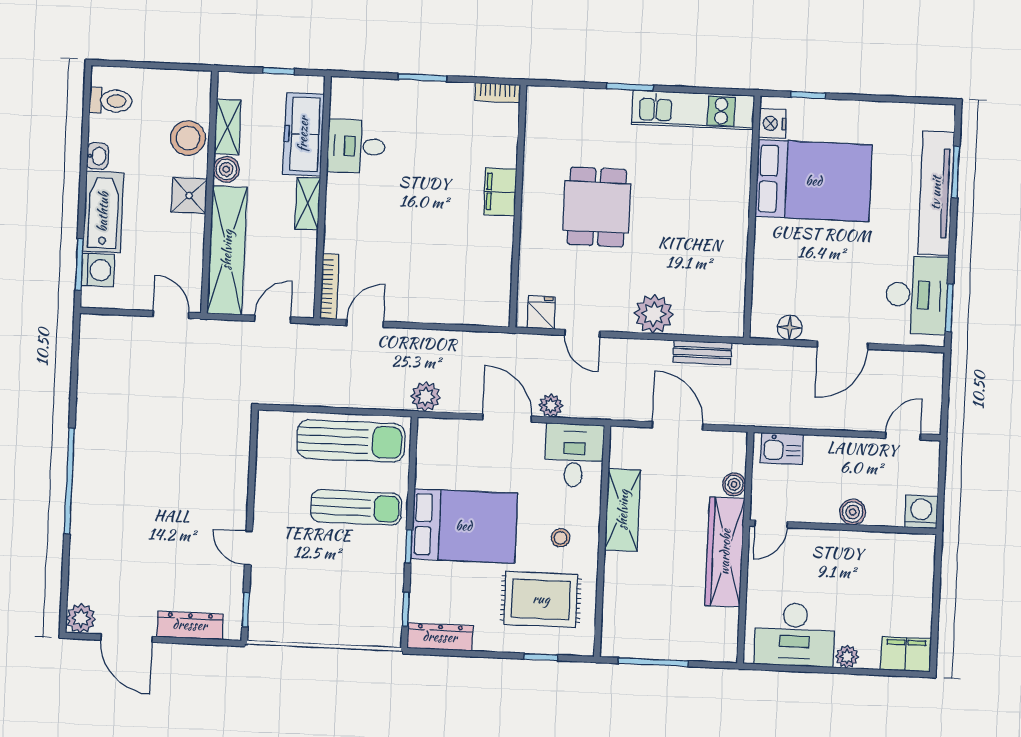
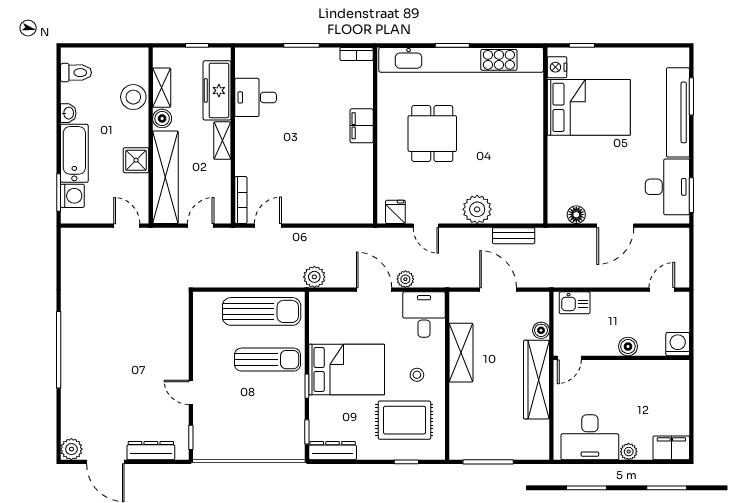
kitchen unit: (693, 110) -> (461, 60), width x1.86
shower: (189, 196) -> (136, 160), moved

